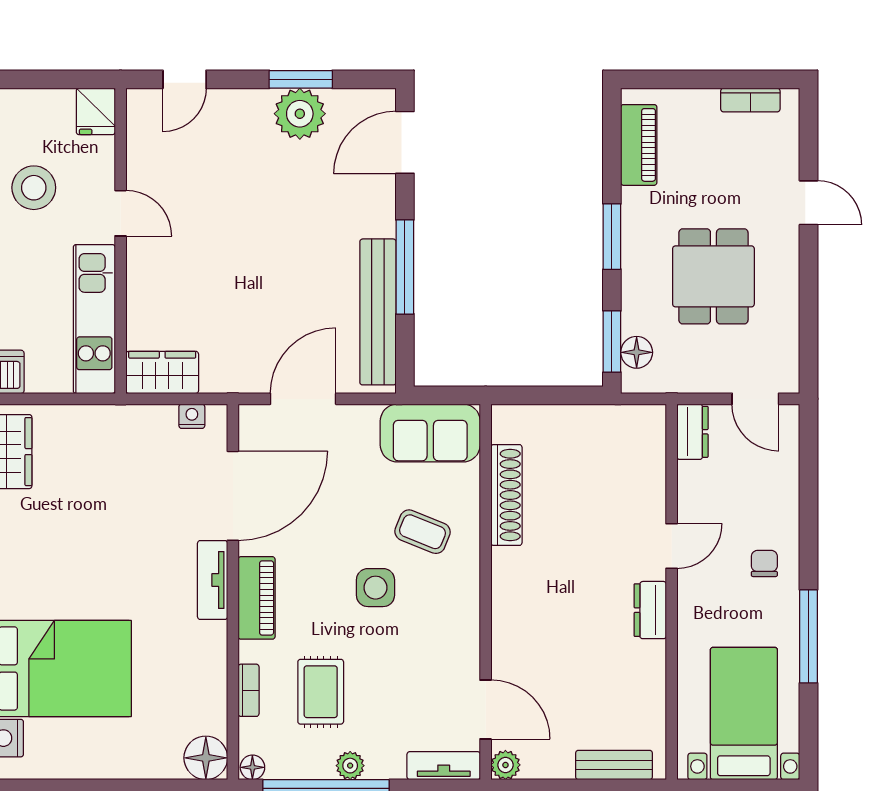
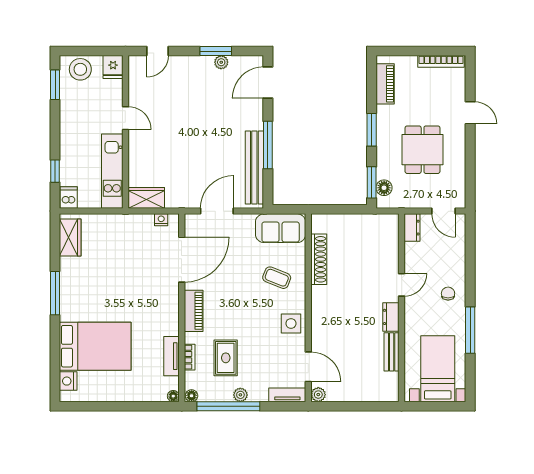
bookcase: (750, 100) -> (441, 61), width x1.56
plant: (300, 114) -> (221, 62), width x0.53, depth x0.53
stool: (34, 188) -> (80, 69), moved
tv unit: (213, 580) -> (172, 356), moved
side table: (375, 588) -> (291, 323), moved
floor lamp: (206, 758) -> (173, 396), width x0.53, depth x0.53
bench: (614, 765) -> (392, 352), moved, turned 90

